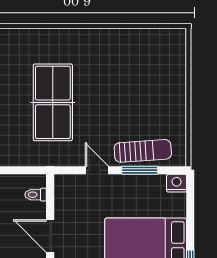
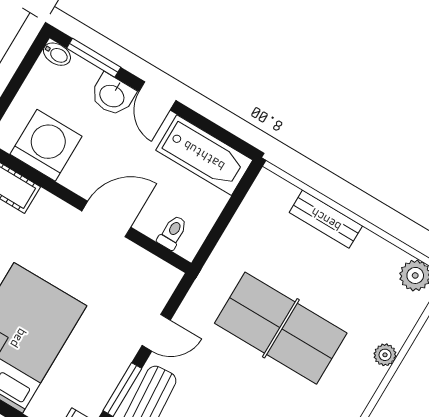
plant: (33, 35) -> (385, 355), added

